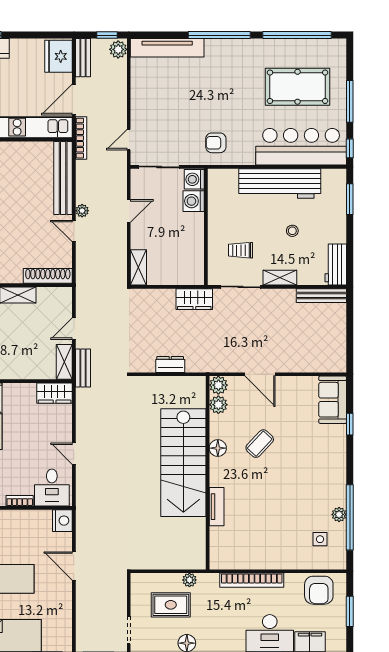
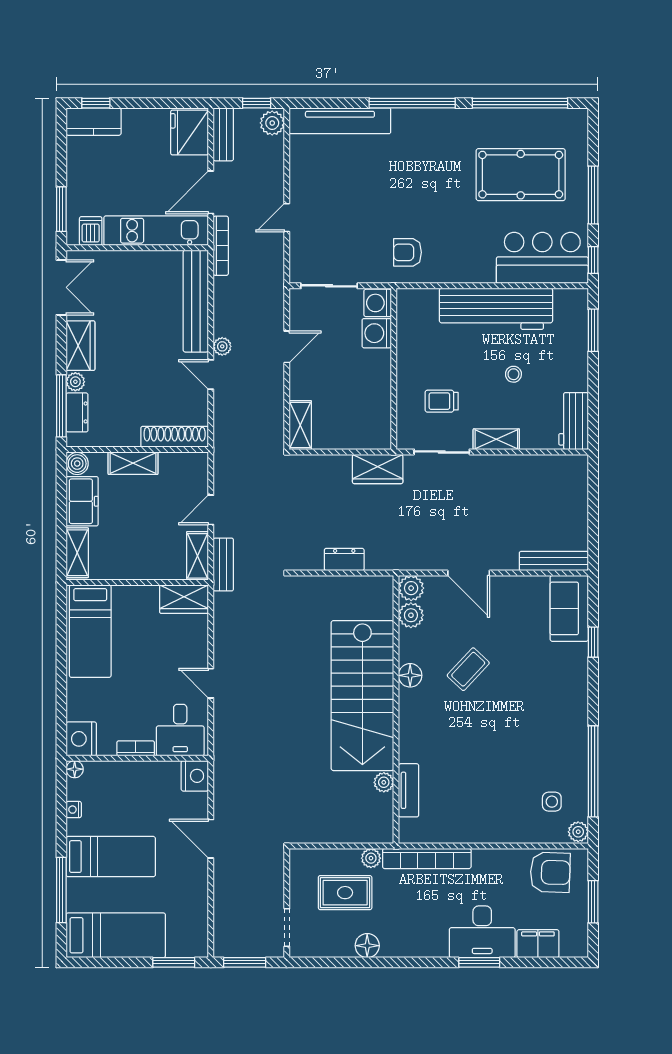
door: (129, 140) -> (287, 218), moved
bar counter: (301, 147) -> (542, 258), width x0.73
bench: (321, 296) -> (554, 561), moved
tv unit: (217, 507) -> (409, 790), moved
plant: (339, 514) -> (578, 832), moved
plant: (199, 525) -> (384, 782), added
bookcase: (252, 580) -> (427, 858), moved
armchair: (319, 590) -> (550, 872), turned -88

